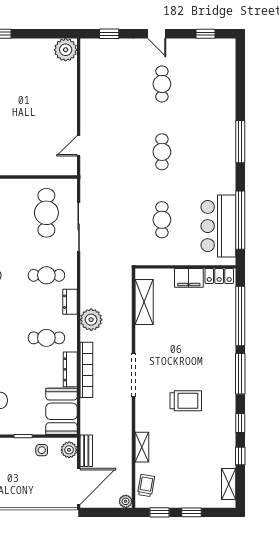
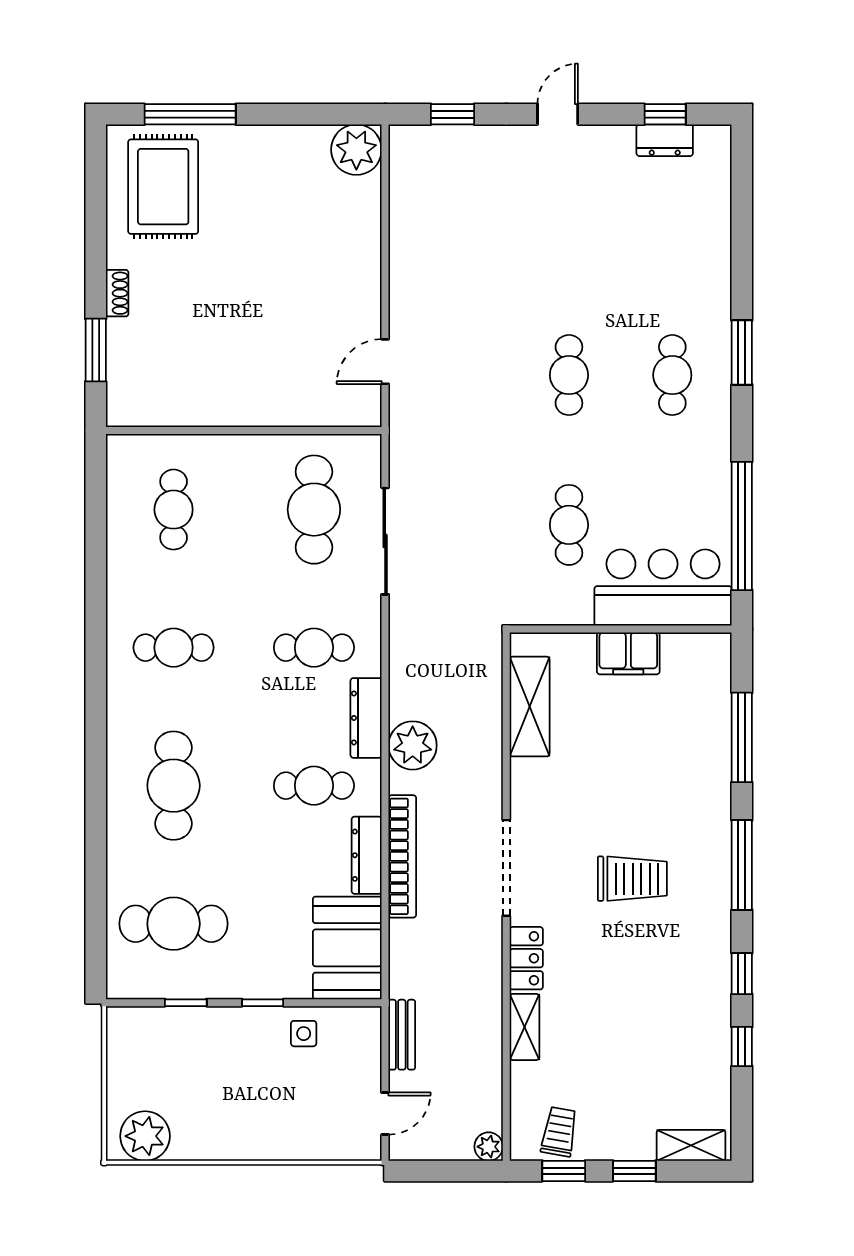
door: (157, 34) -> (558, 114), swing flipped
dresser: (205, 45) -> (665, 140), added
cafe table: (162, 84) -> (672, 375), moved
window: (240, 142) -> (742, 352), width x0.69
bar counter: (218, 226) -> (663, 588), moved, turned 90
locker: (219, 276) -> (526, 958), moved, turned -90
dresser: (70, 302) -> (366, 718), width x1.44
window: (240, 316) -> (742, 737), width x0.68
trolley: (186, 401) -> (632, 879), moved
plant: (69, 450) -> (364, 1033), removed
shelving: (229, 484) -> (691, 1145), moved, turned 90
trolley: (146, 485) -> (559, 1132), moved
door: (79, 486) -> (385, 1114), width x0.53

